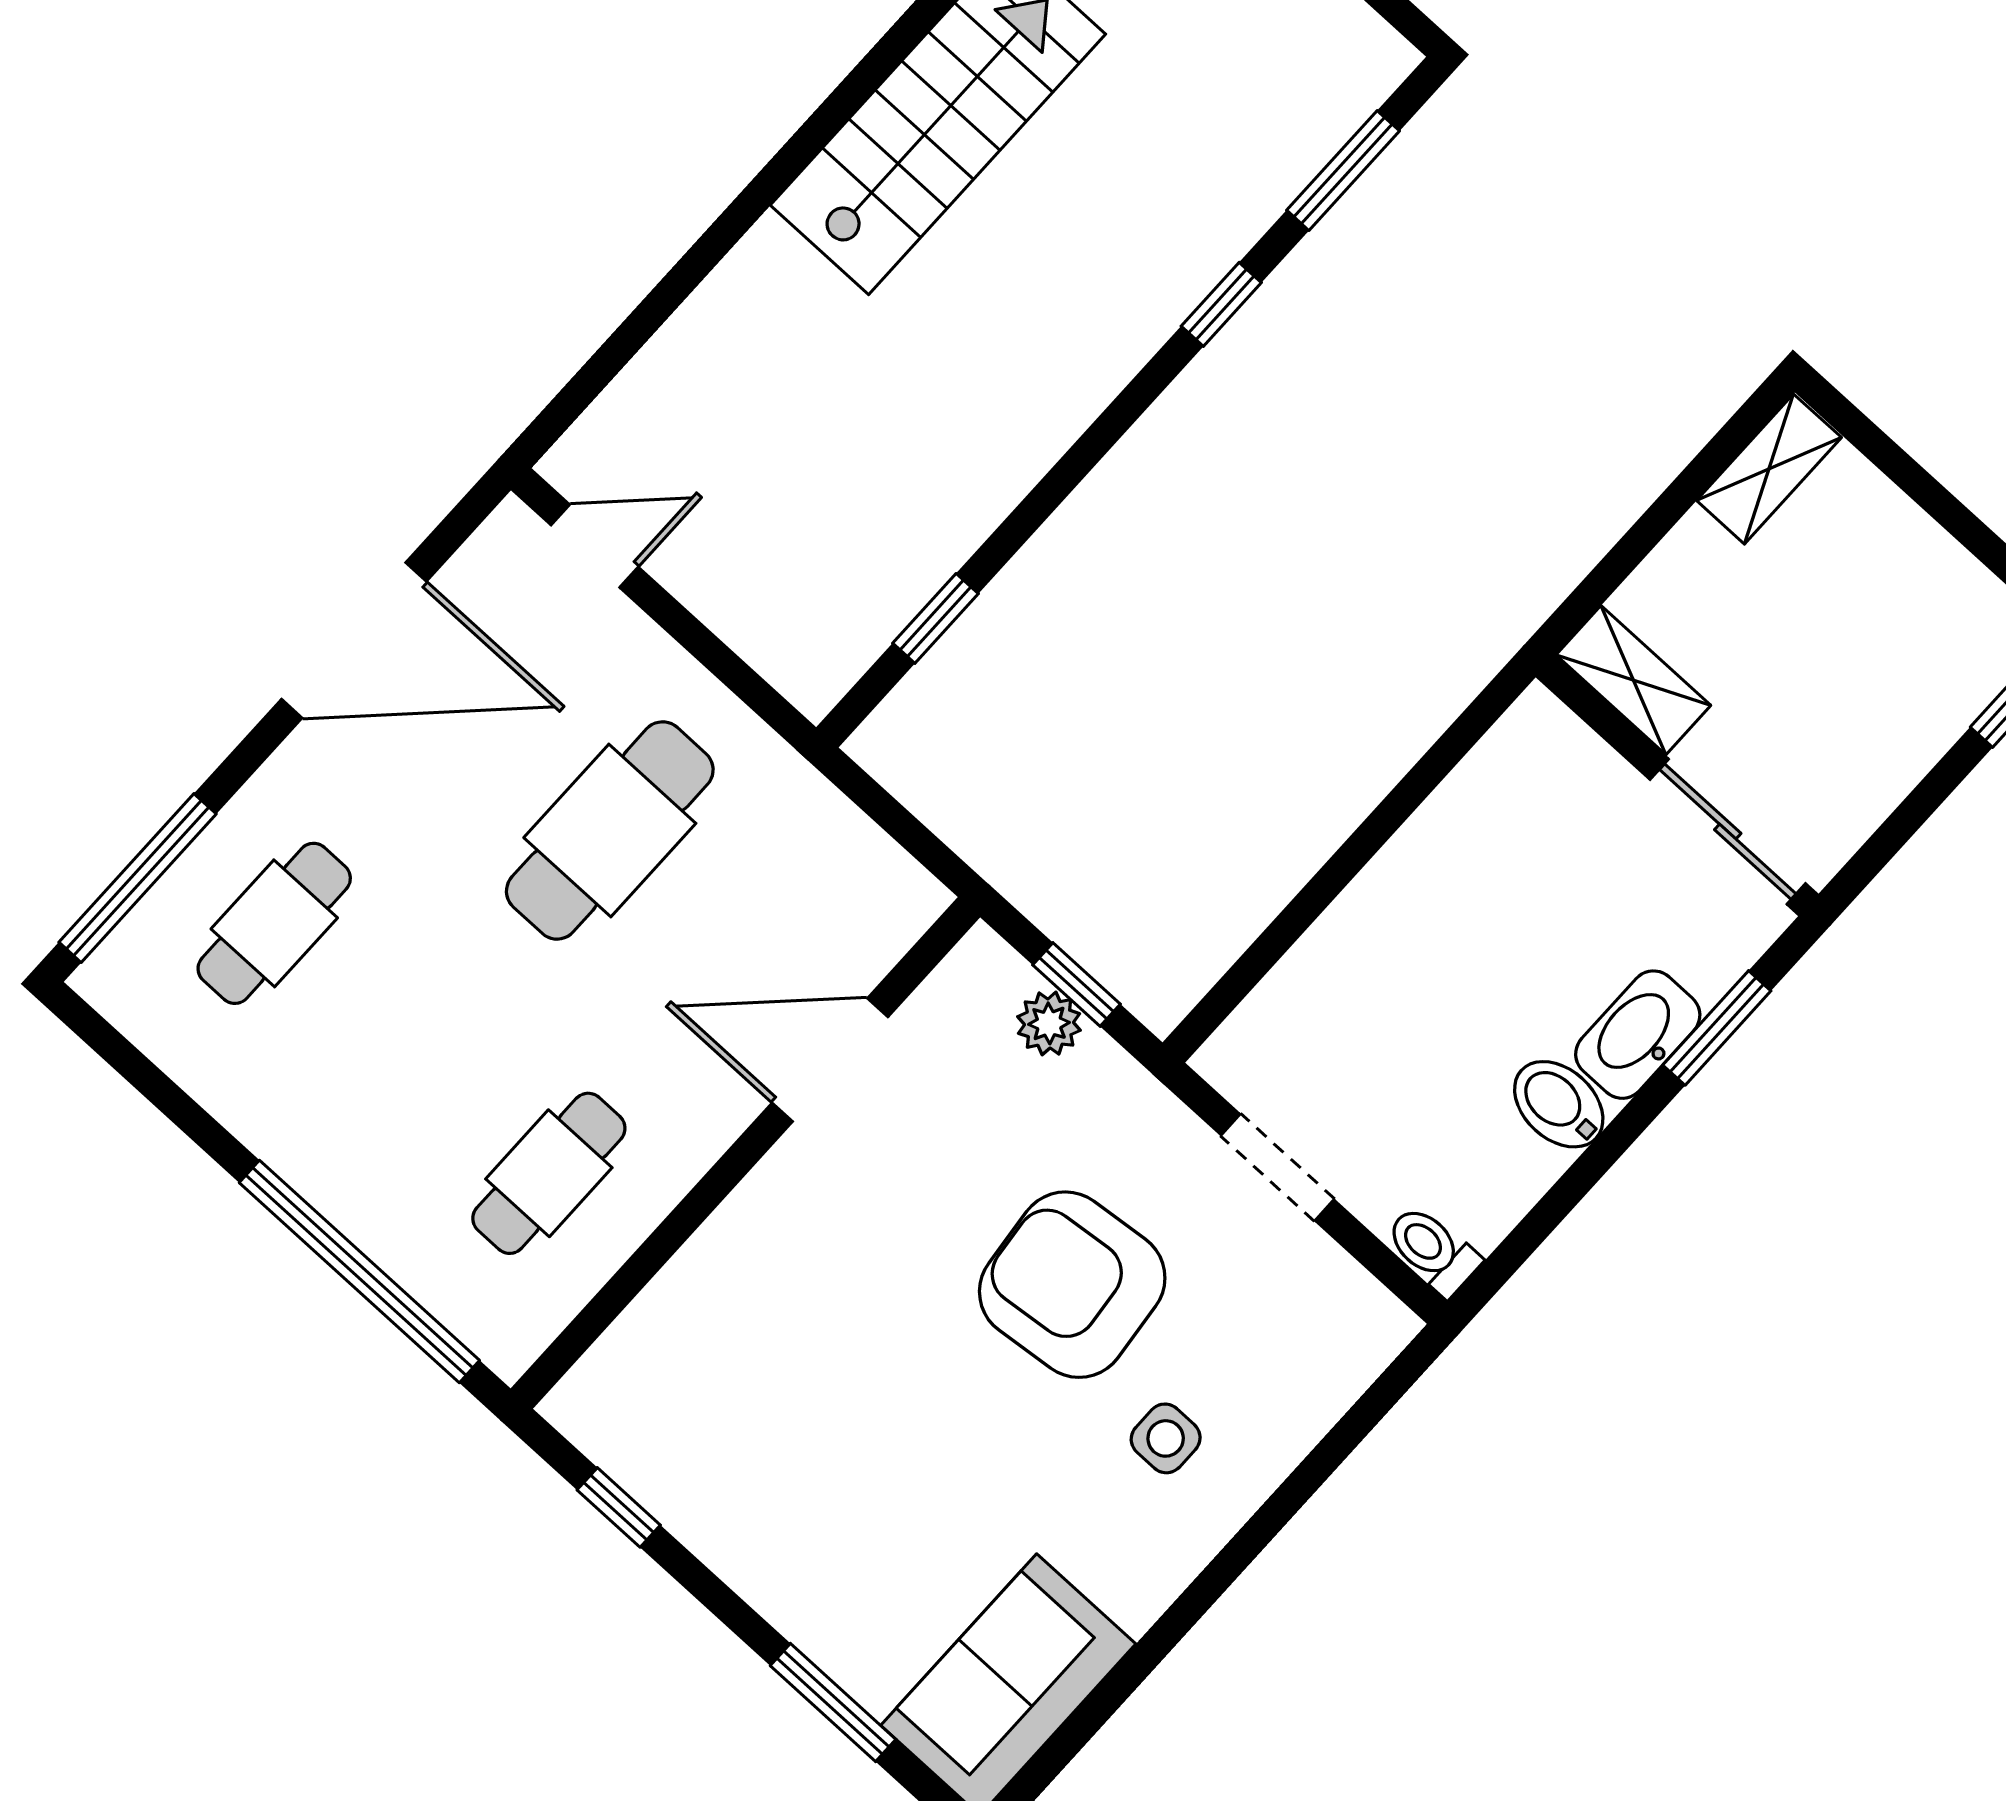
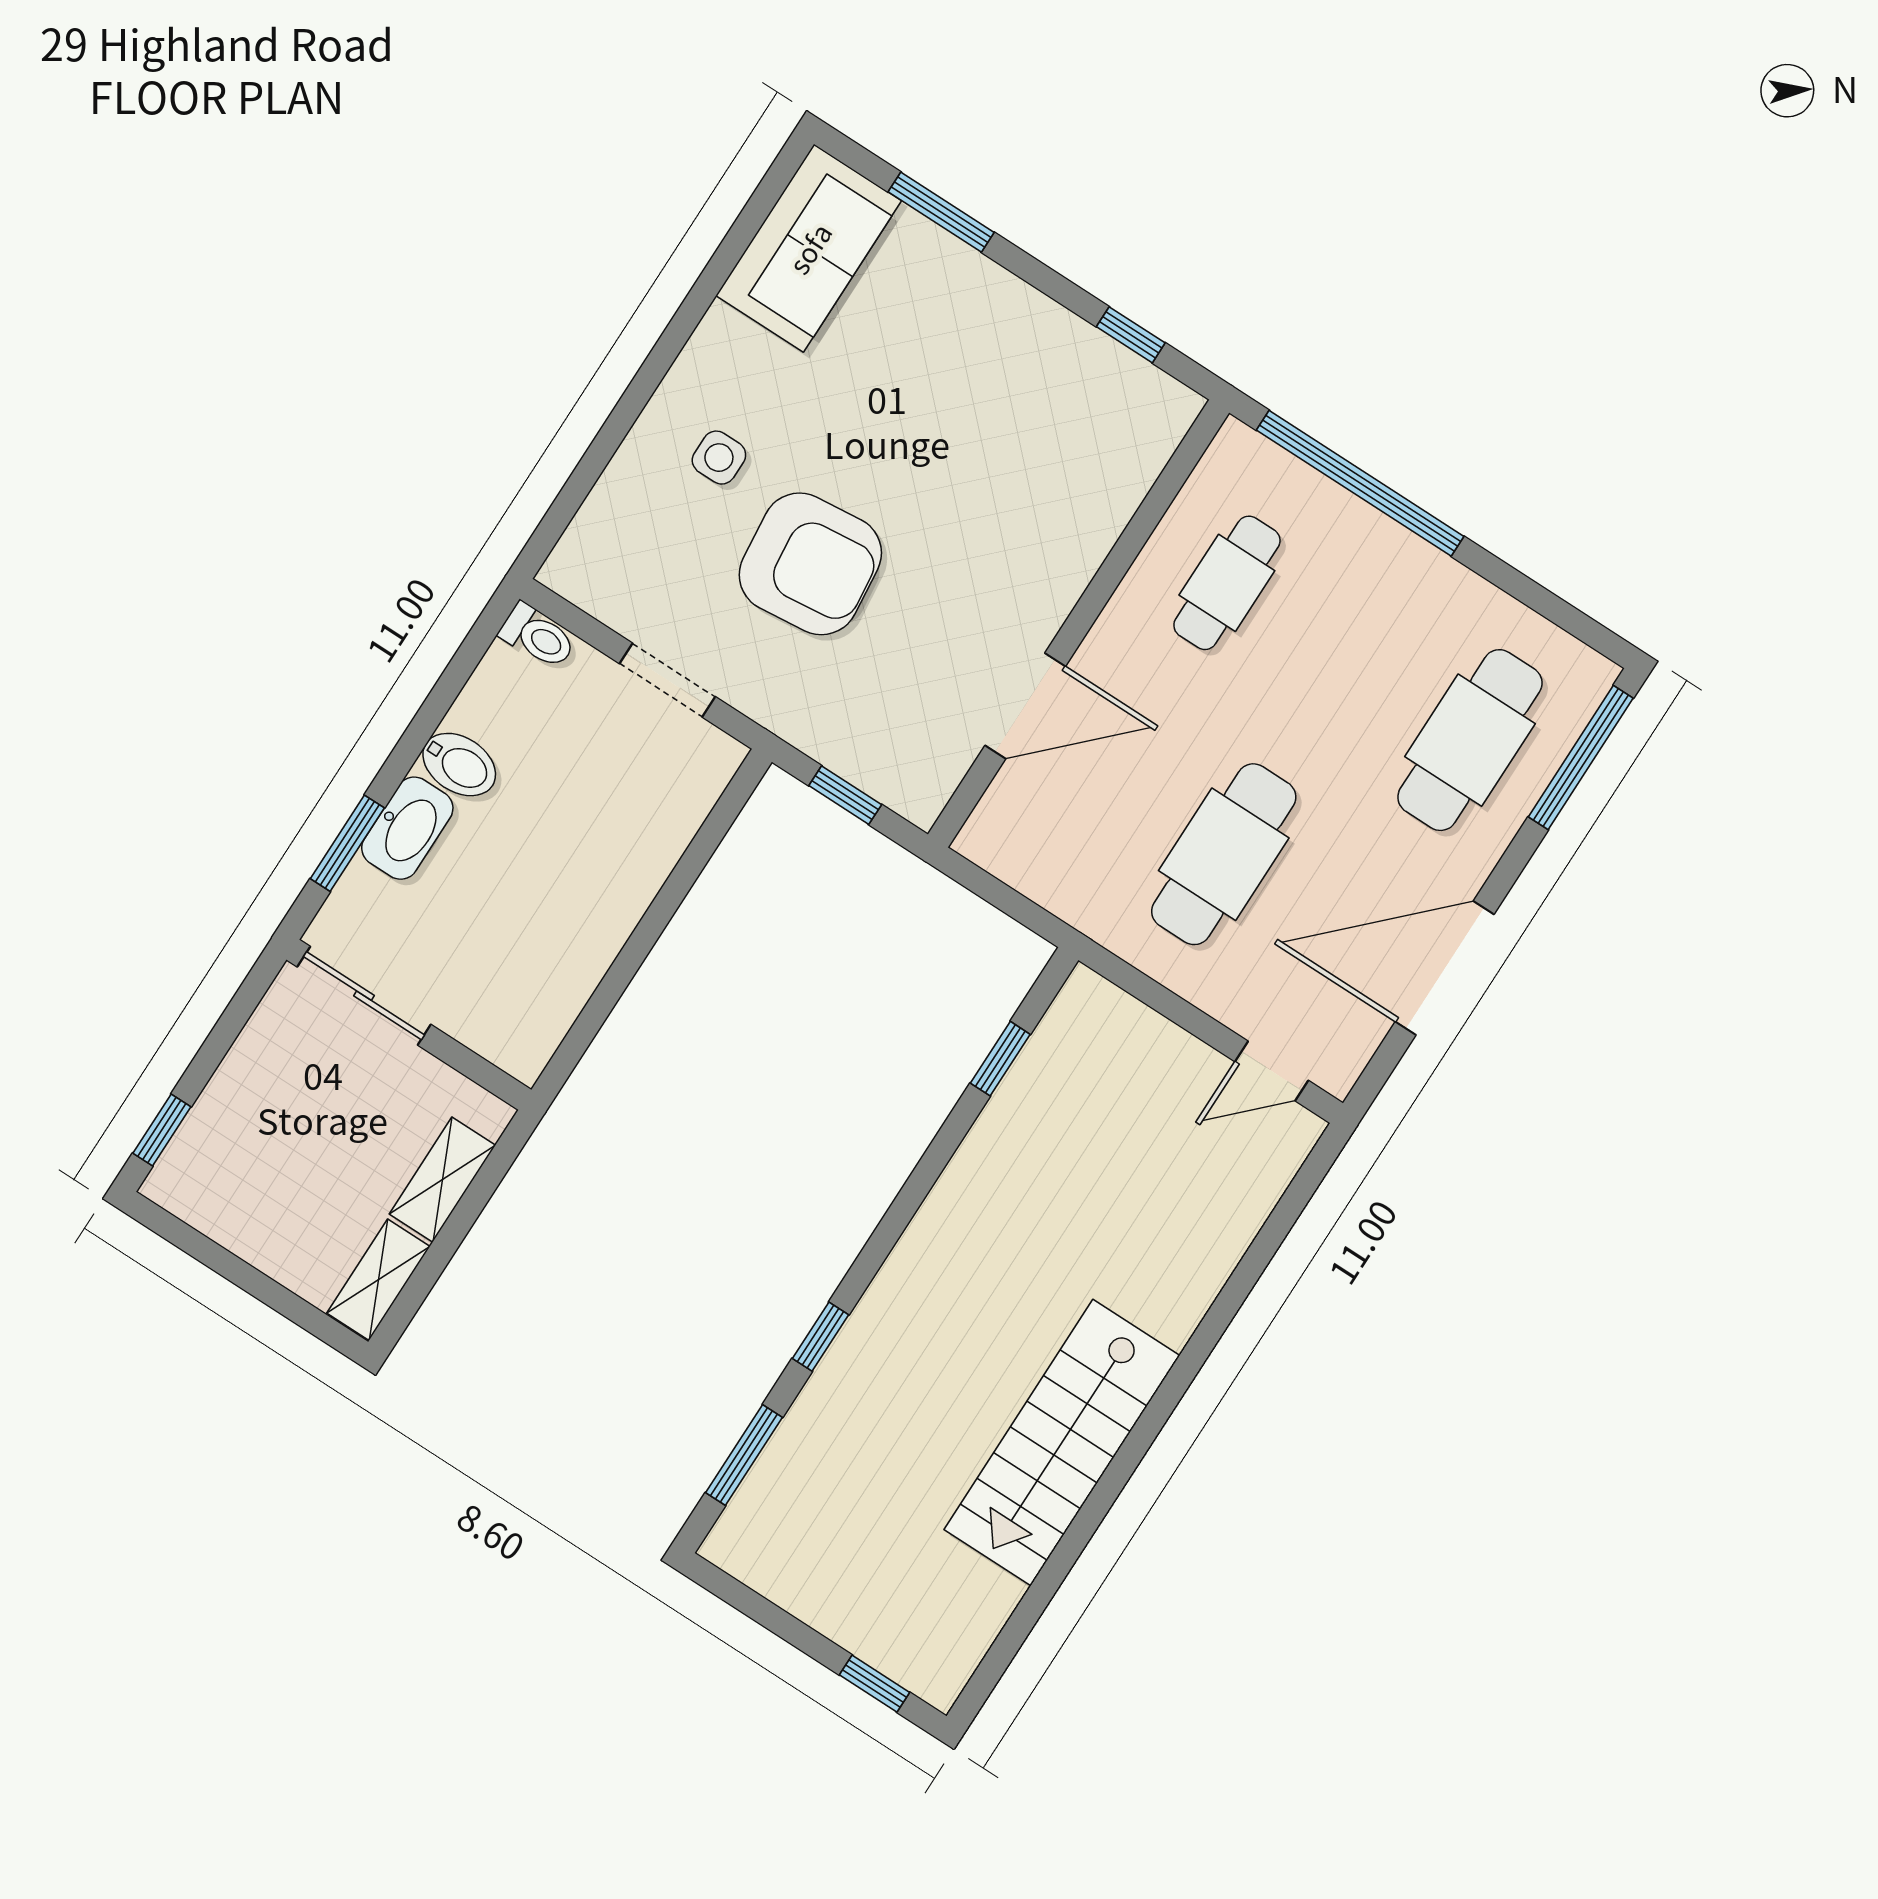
shelving: (1633, 680) -> (442, 1180), moved, turned 90
cafe table: (274, 923) -> (1470, 740), width x1.37, depth x1.35
plant: (1049, 1023) -> (861, 762), removed

